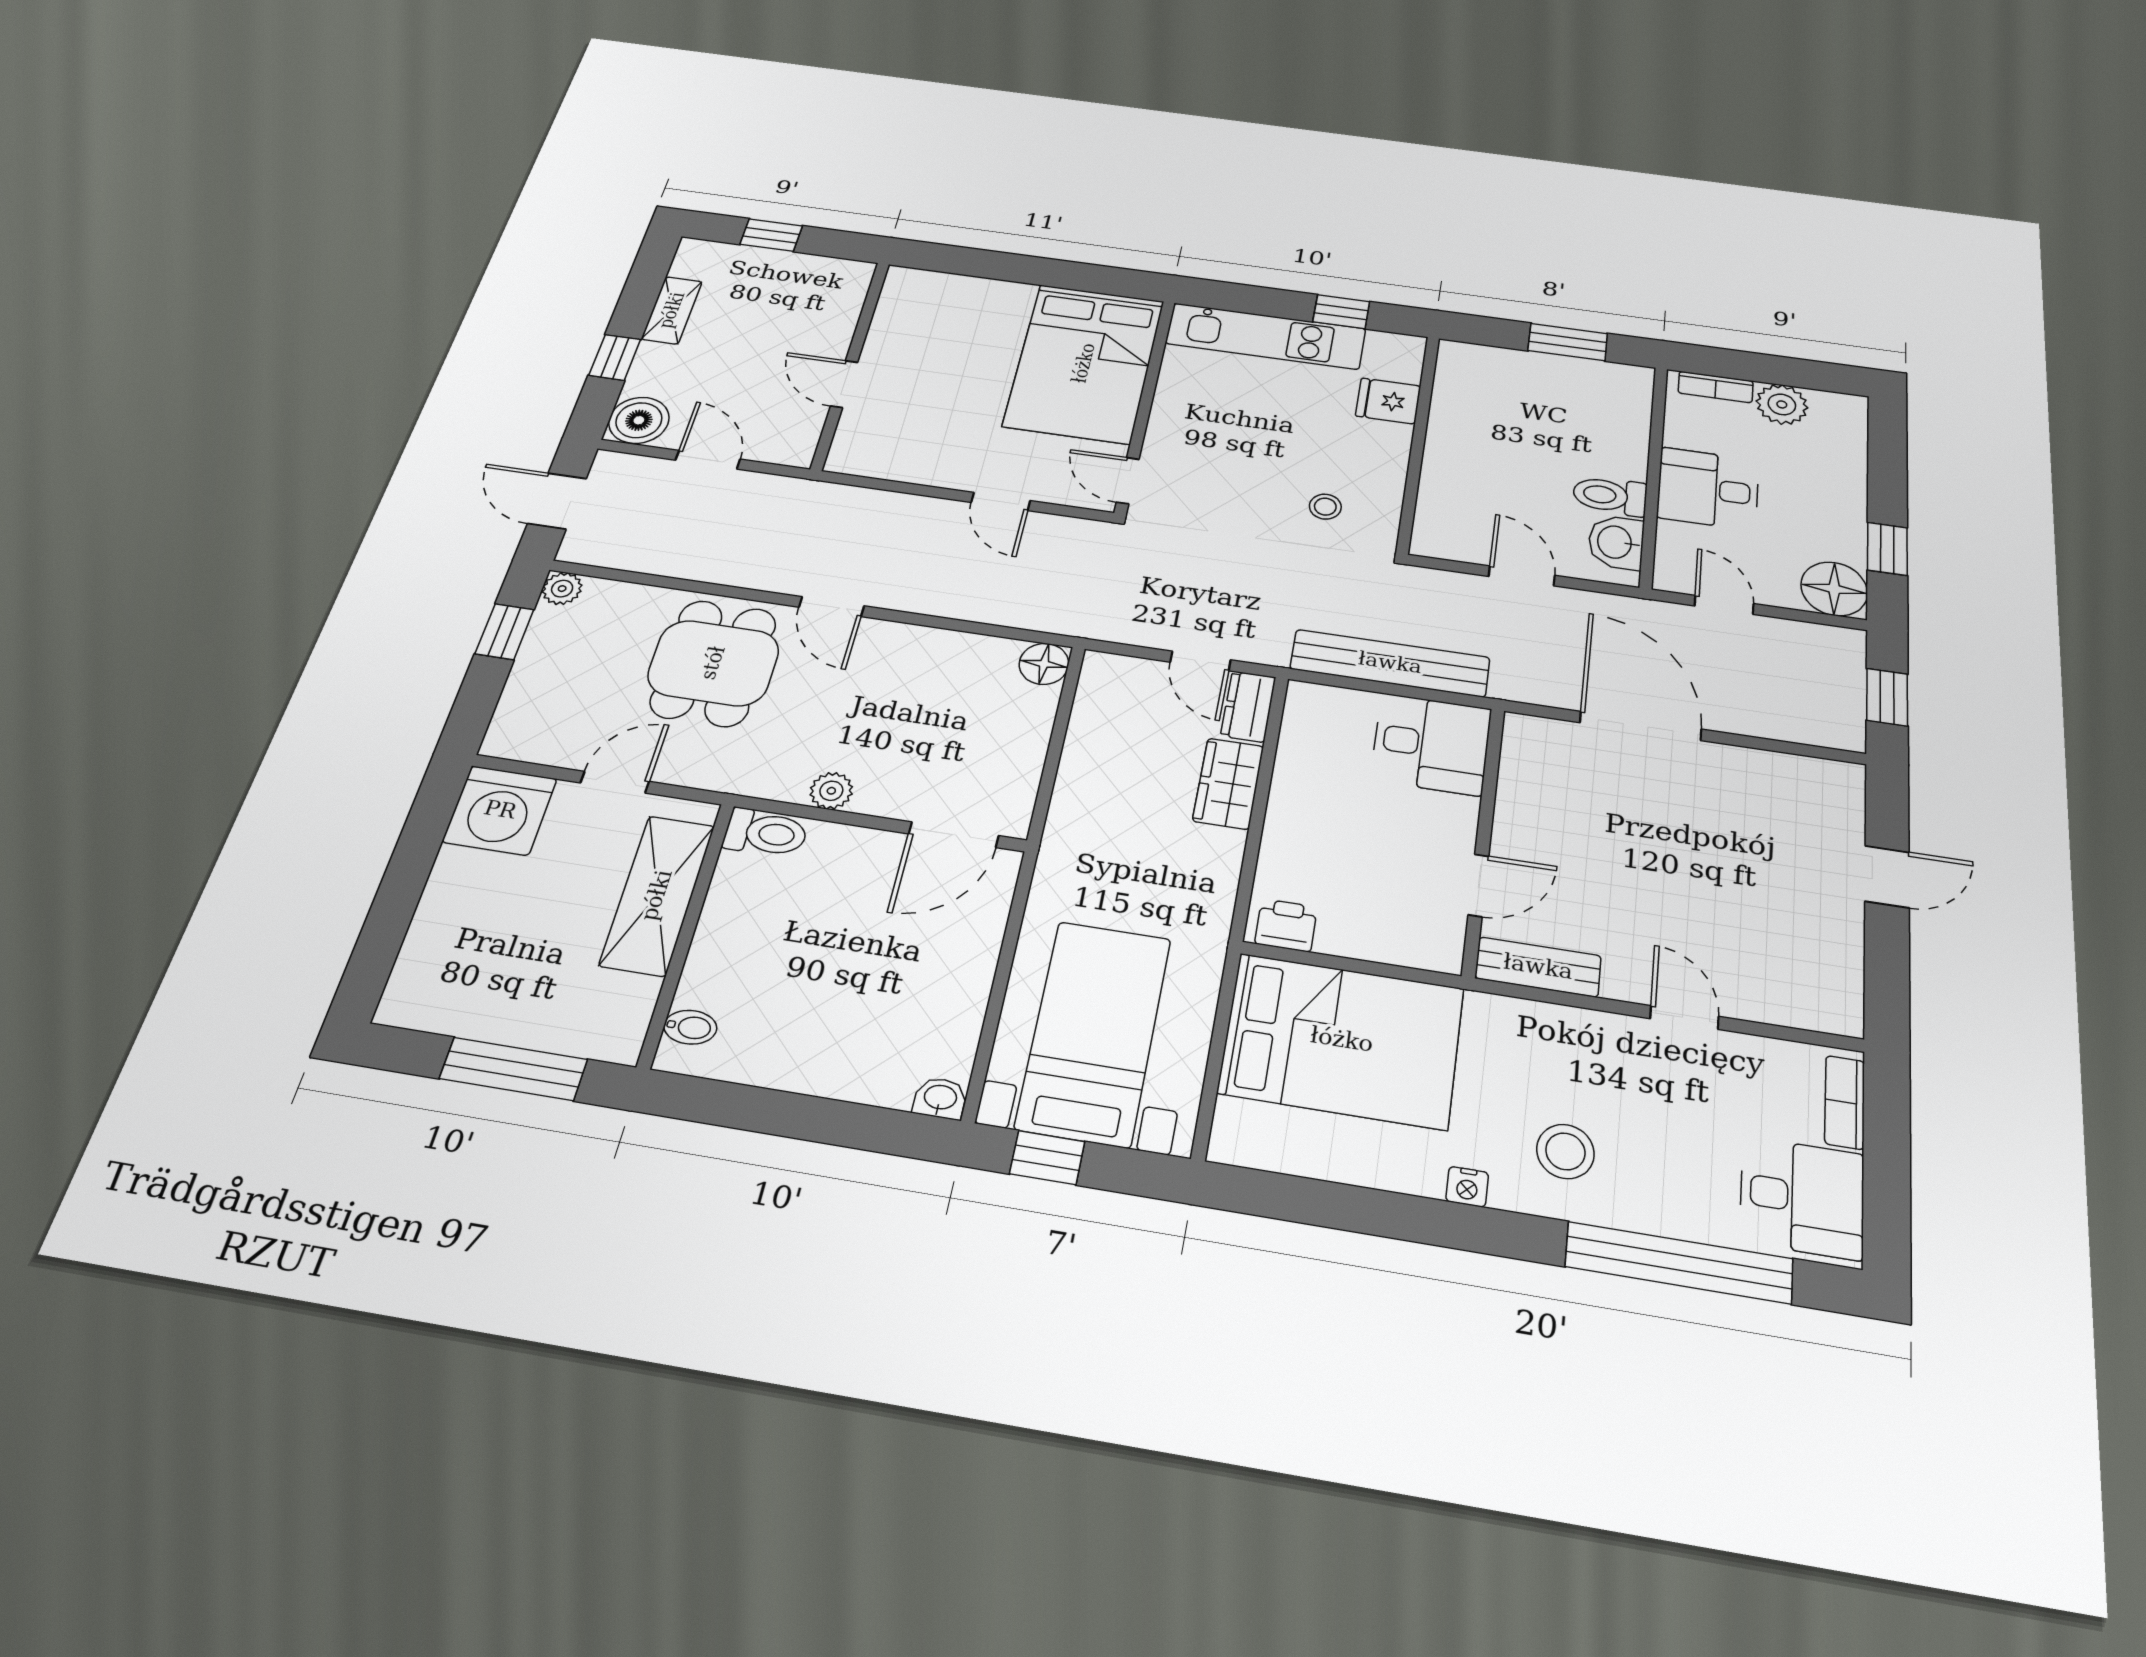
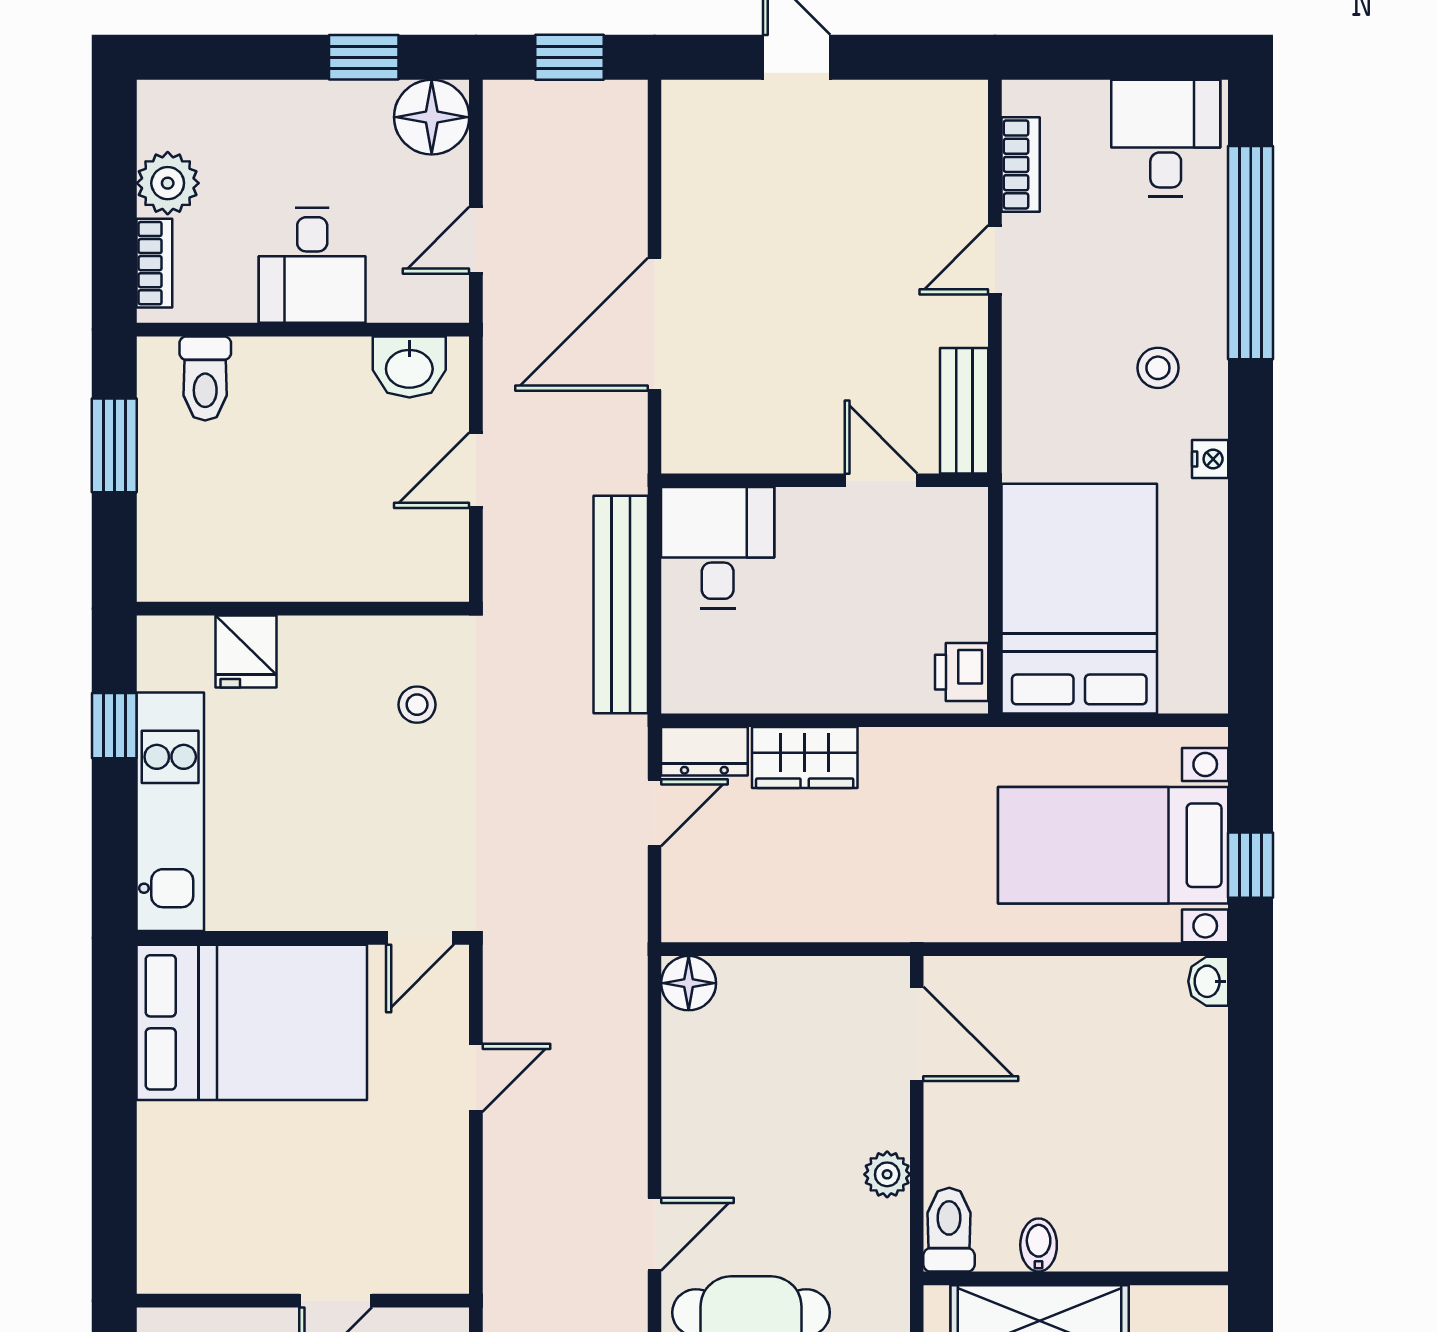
toilet: (1610, 496) -> (205, 378), moved
bidet: (690, 1027) -> (1039, 1245), moved
bookcase: (1845, 1102) -> (1021, 164), moved, turned -90
stool: (1565, 1151) -> (1158, 368), width x0.73, depth x0.73

